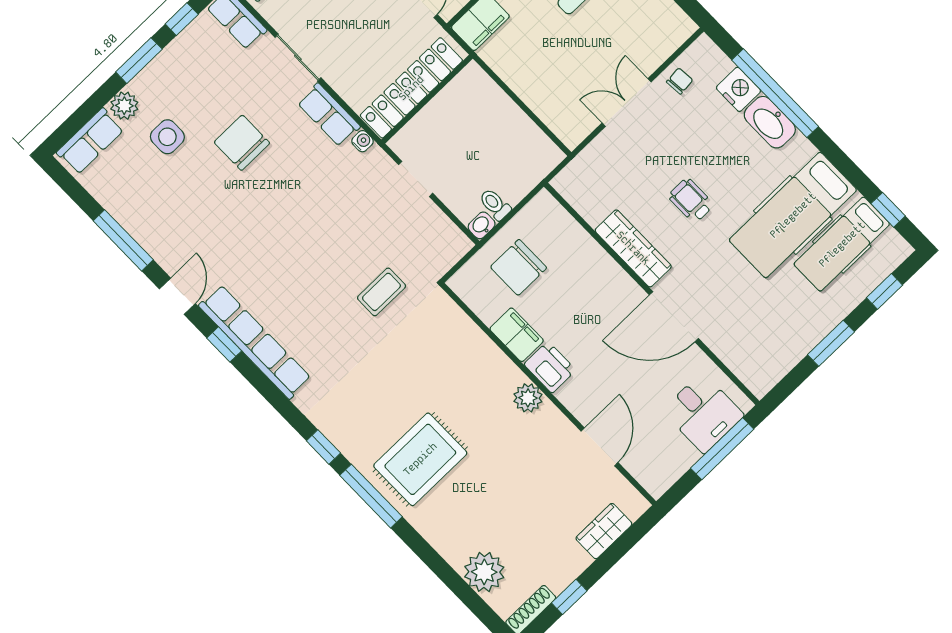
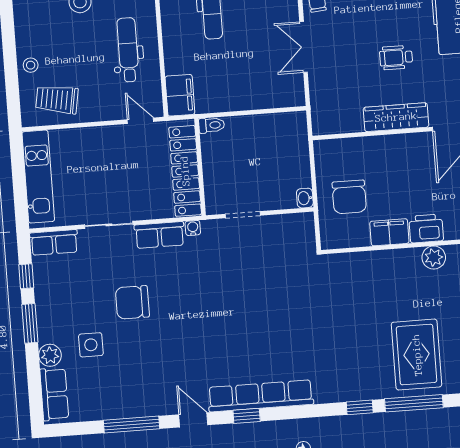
toilet: (495, 204) -> (212, 125), moved, turned 180
coffee table: (381, 292) -> (295, 293), removed

